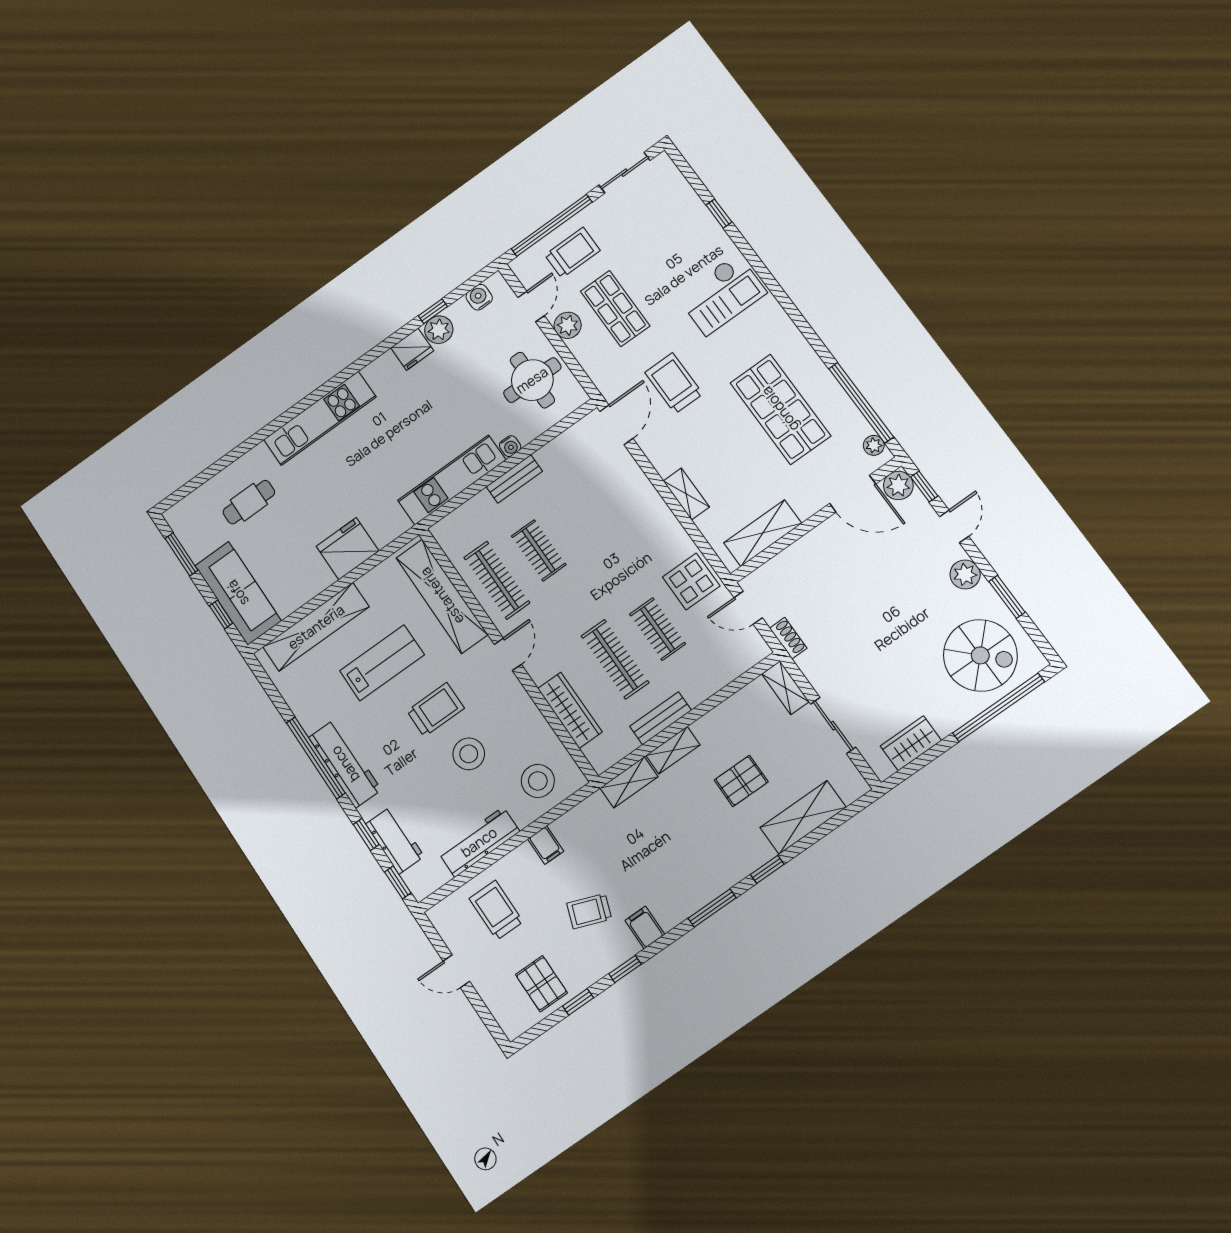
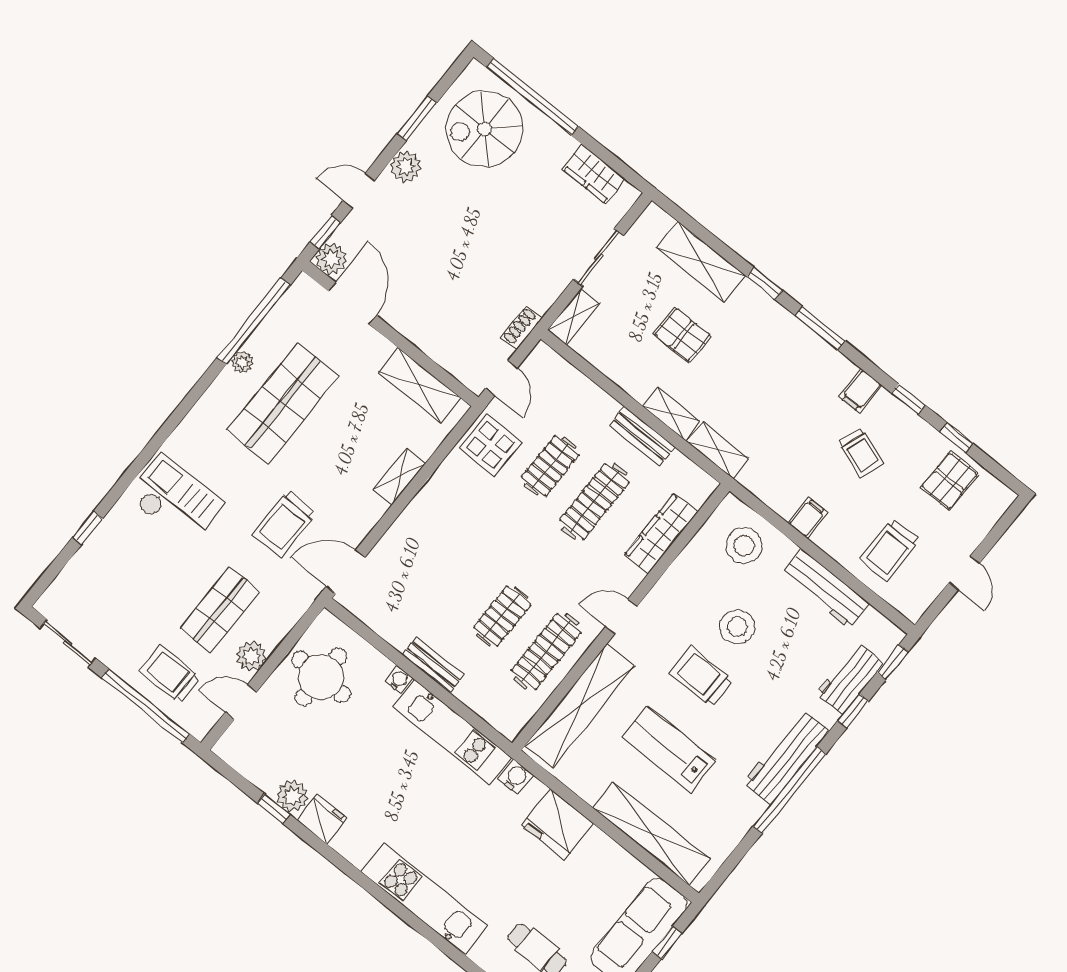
water cooler: (479, 297) -> (516, 777), moved, turned 180
plant: (874, 445) -> (242, 362), moved
spiral stairs: (980, 655) -> (485, 129), turned -90

